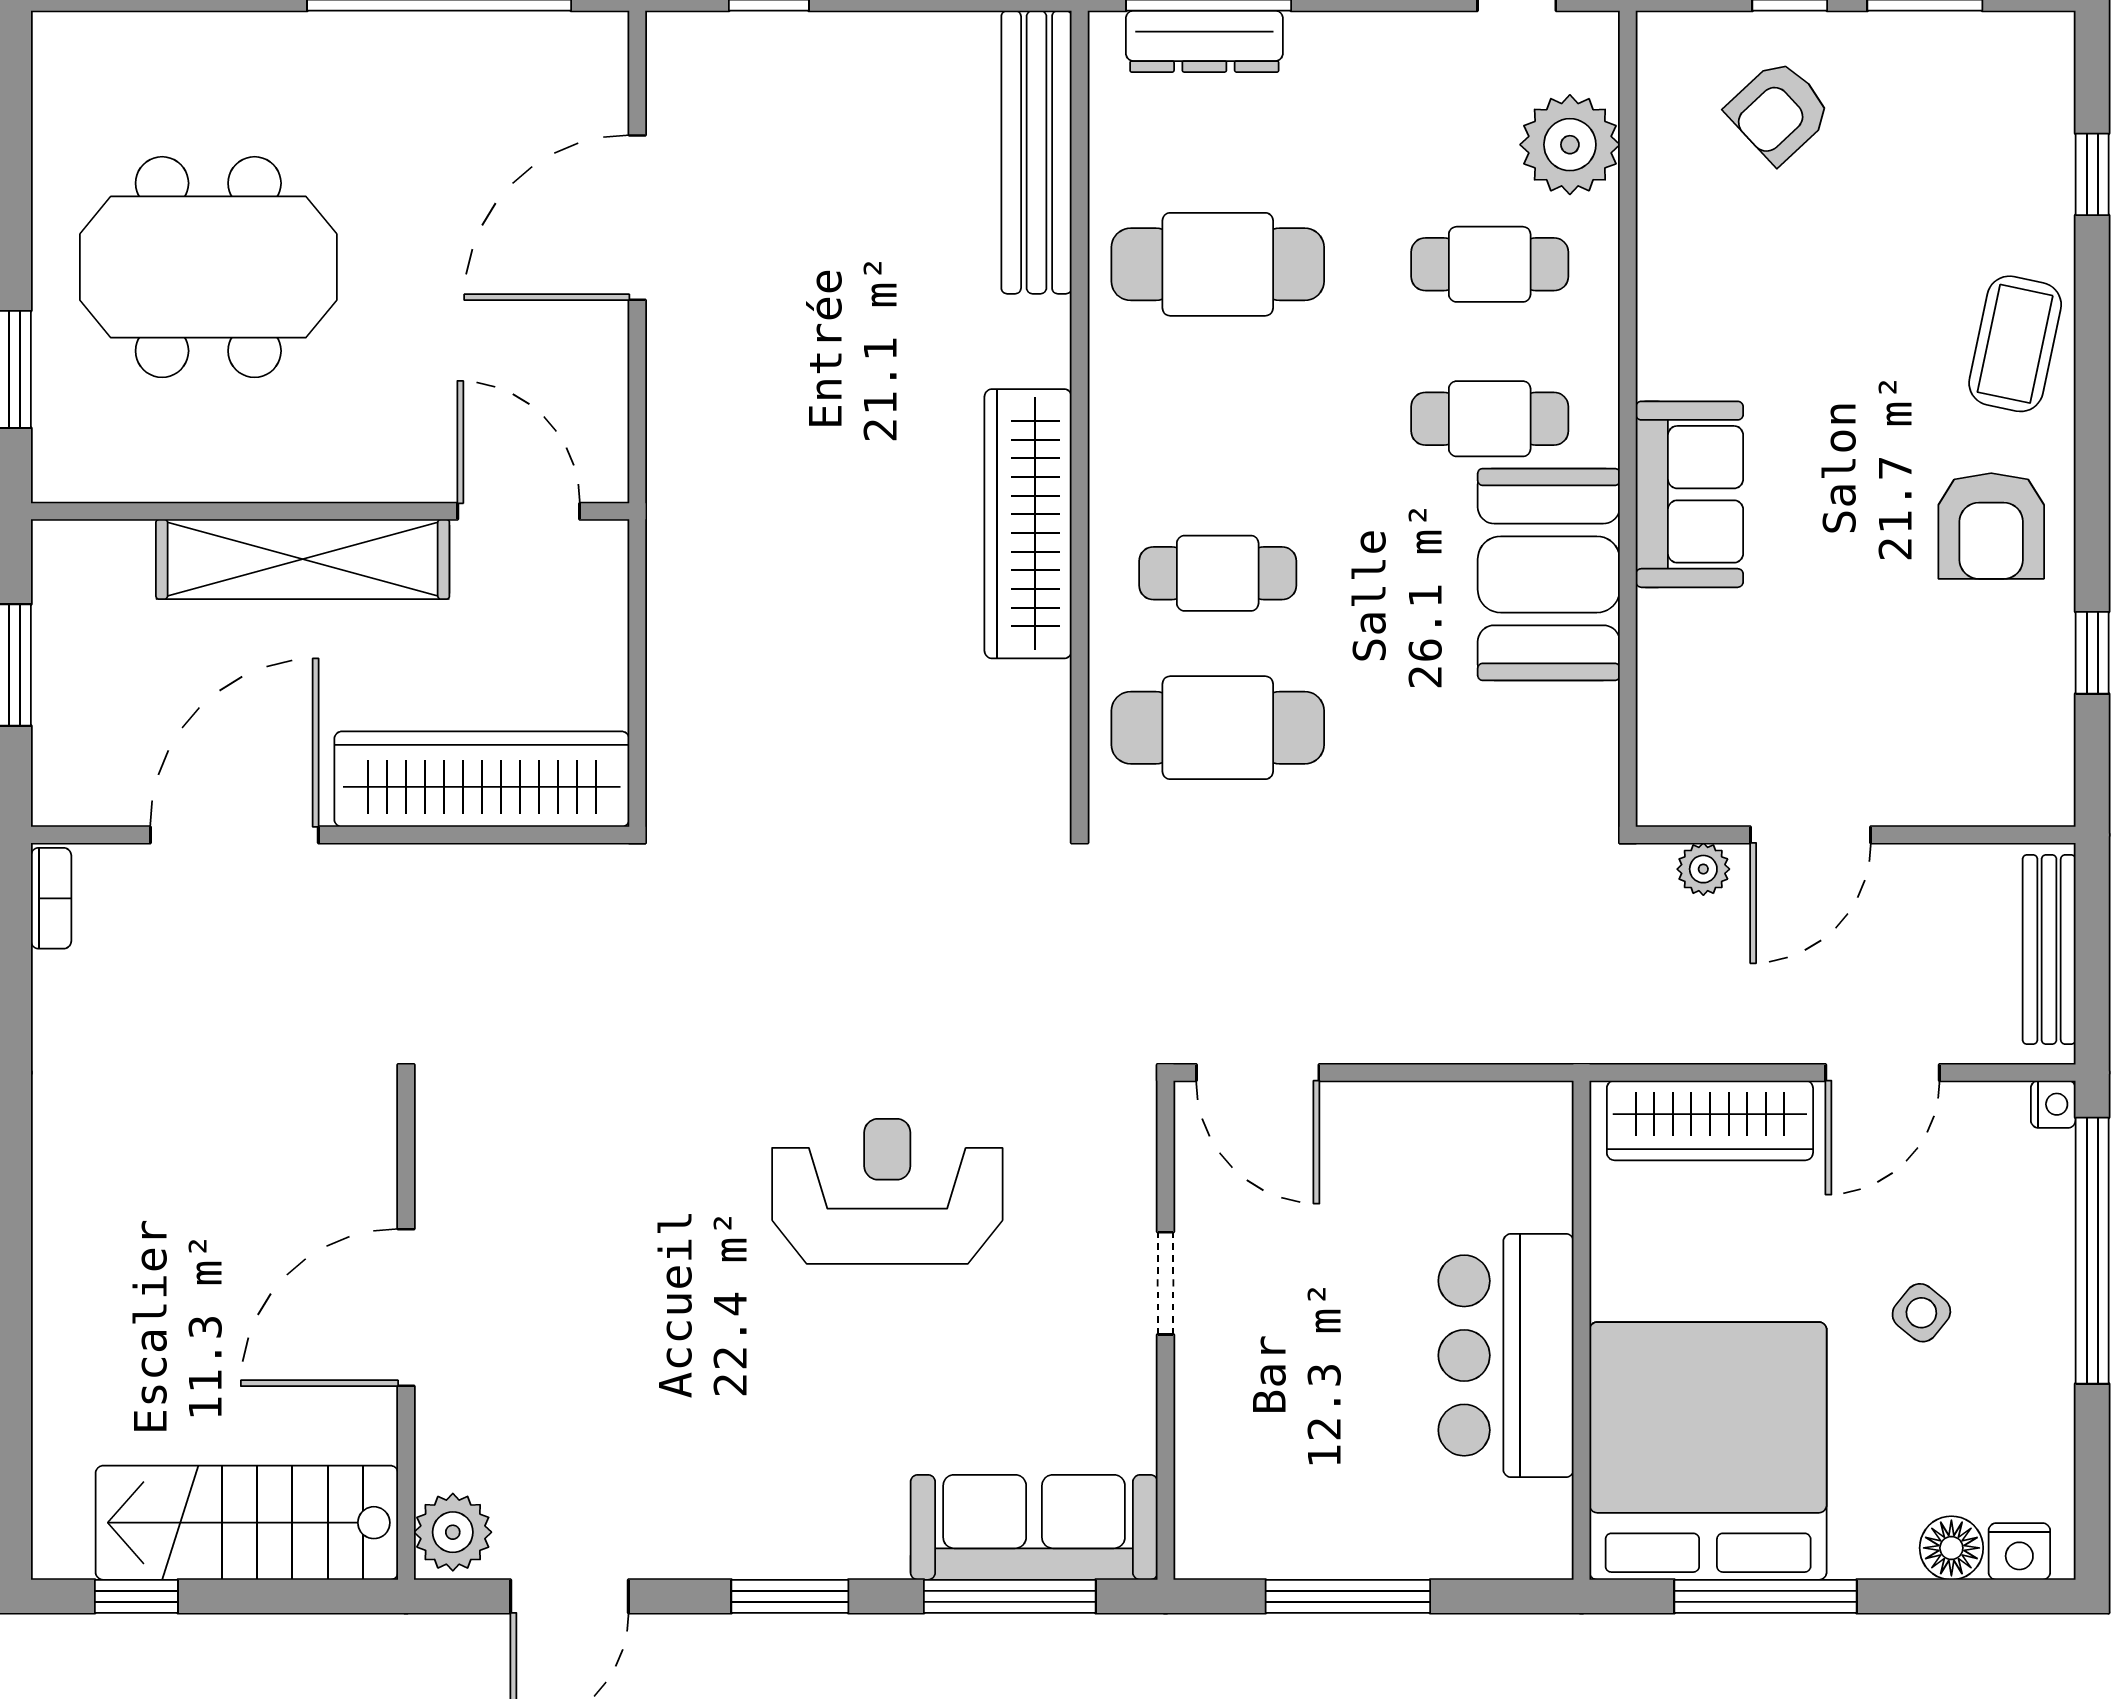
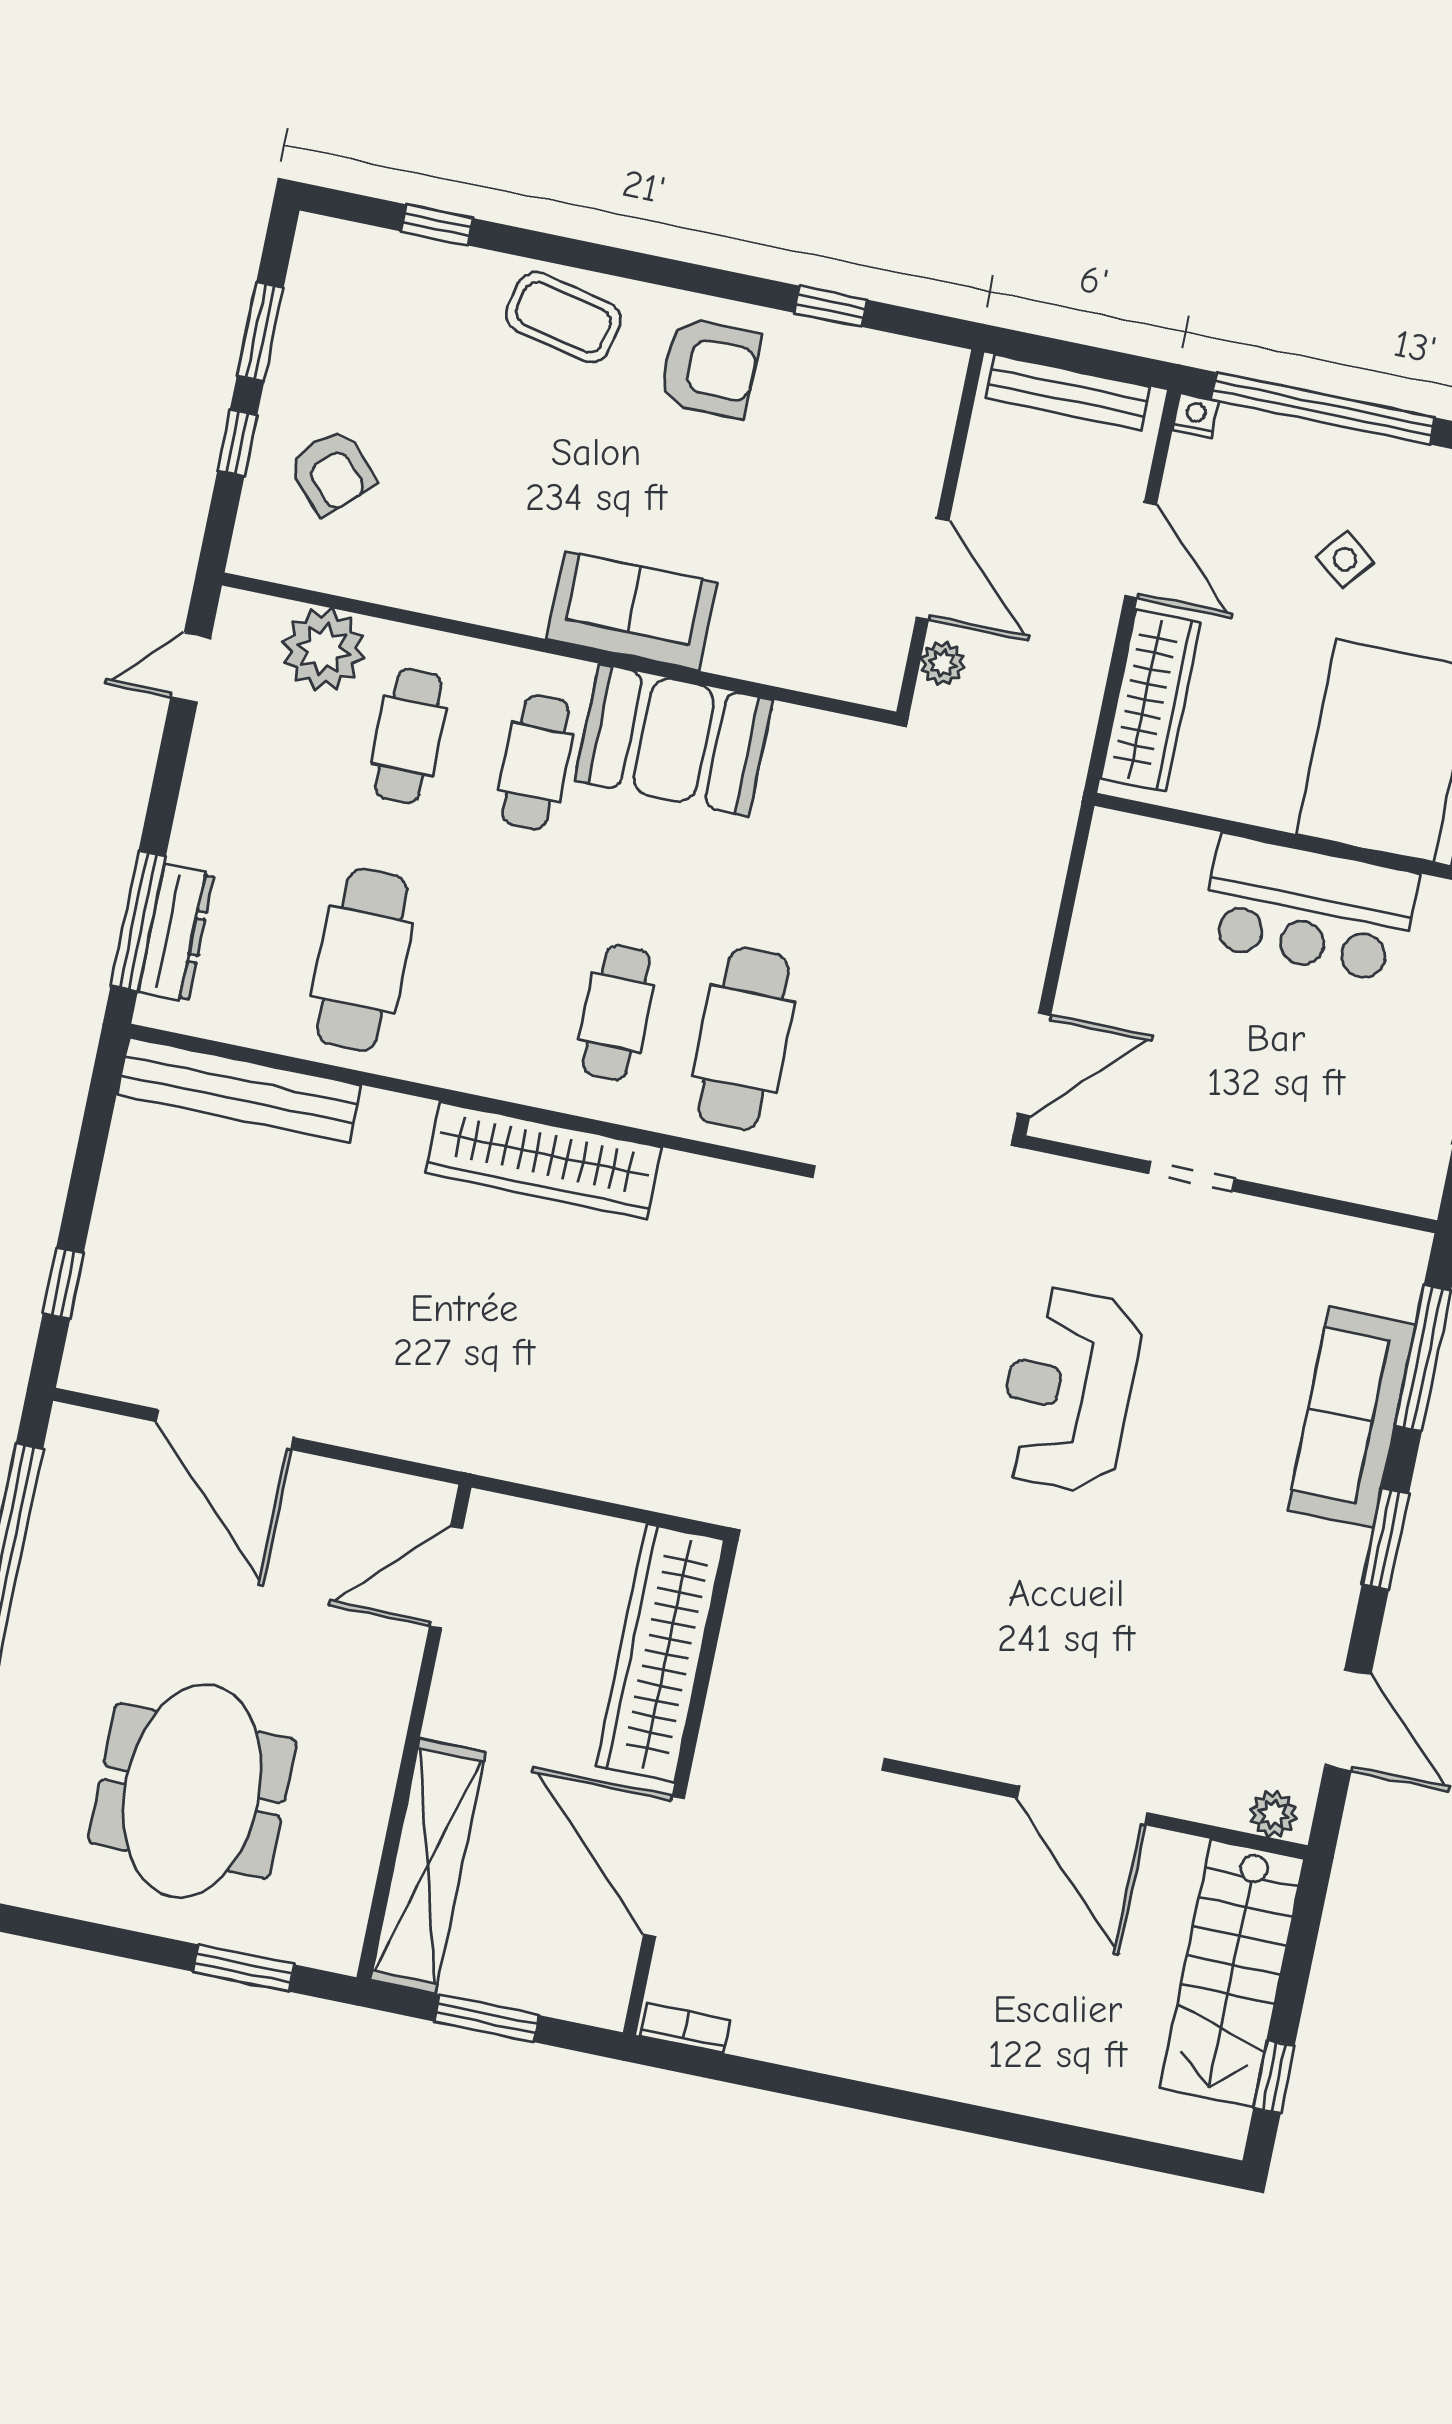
shelving: (303, 559) -> (428, 1866), moved
sofa: (1034, 1527) -> (1351, 1417), moved
plant: (453, 1532) -> (1273, 1814), width x0.73, depth x0.73

